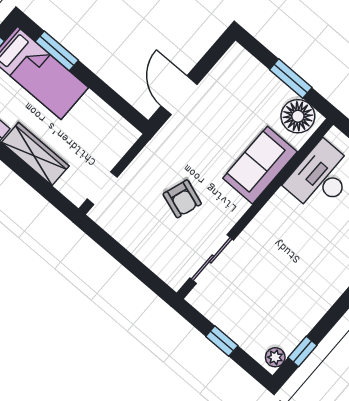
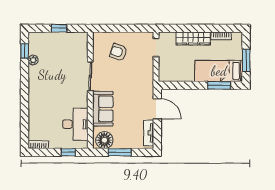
tv unit: (223, 70) -> (149, 133), added
armchair: (182, 199) -> (119, 52), moved
sliding door: (212, 259) -> (90, 76), moved
plant: (275, 357) -> (33, 60), moved

